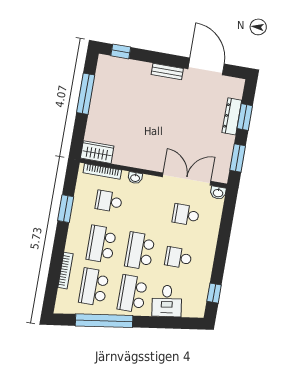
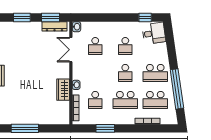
dresser: (232, 116) -> (54, 26), moved
wardrobe: (97, 152) -> (63, 90), moved
double door: (187, 179) -> (71, 50), width x0.73
school desk: (140, 251) -> (125, 73), width x0.54
desk: (167, 301) -> (154, 33), moved

